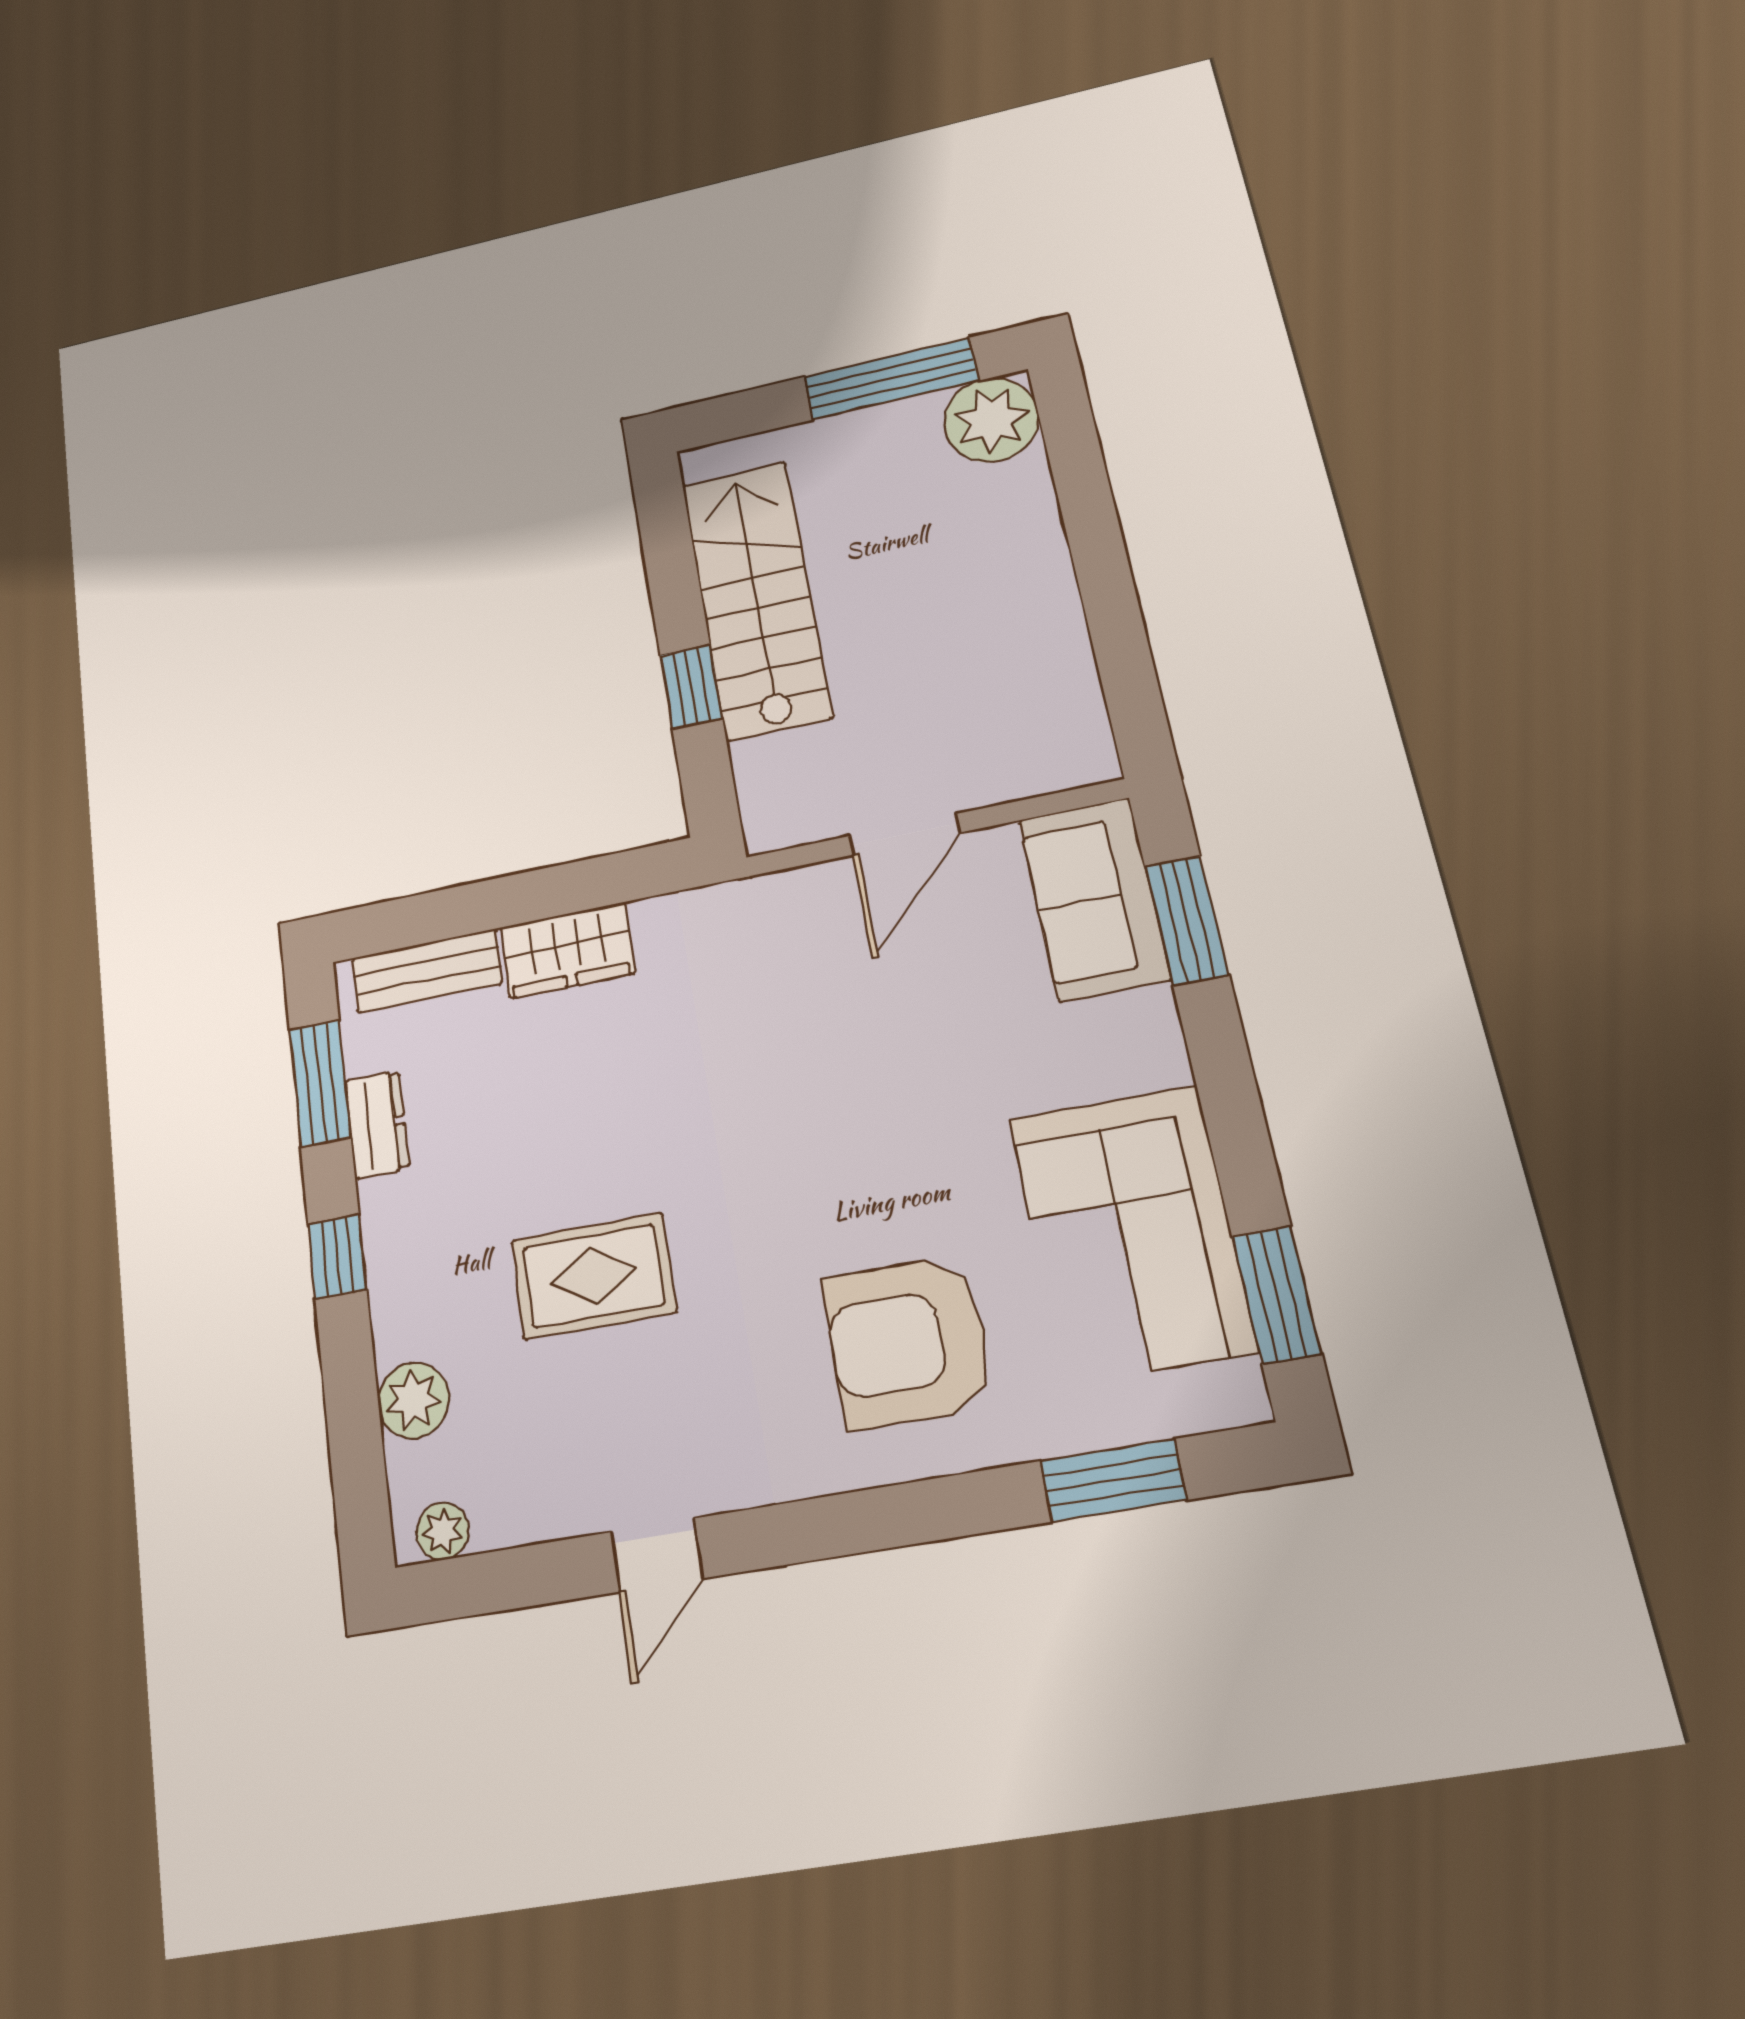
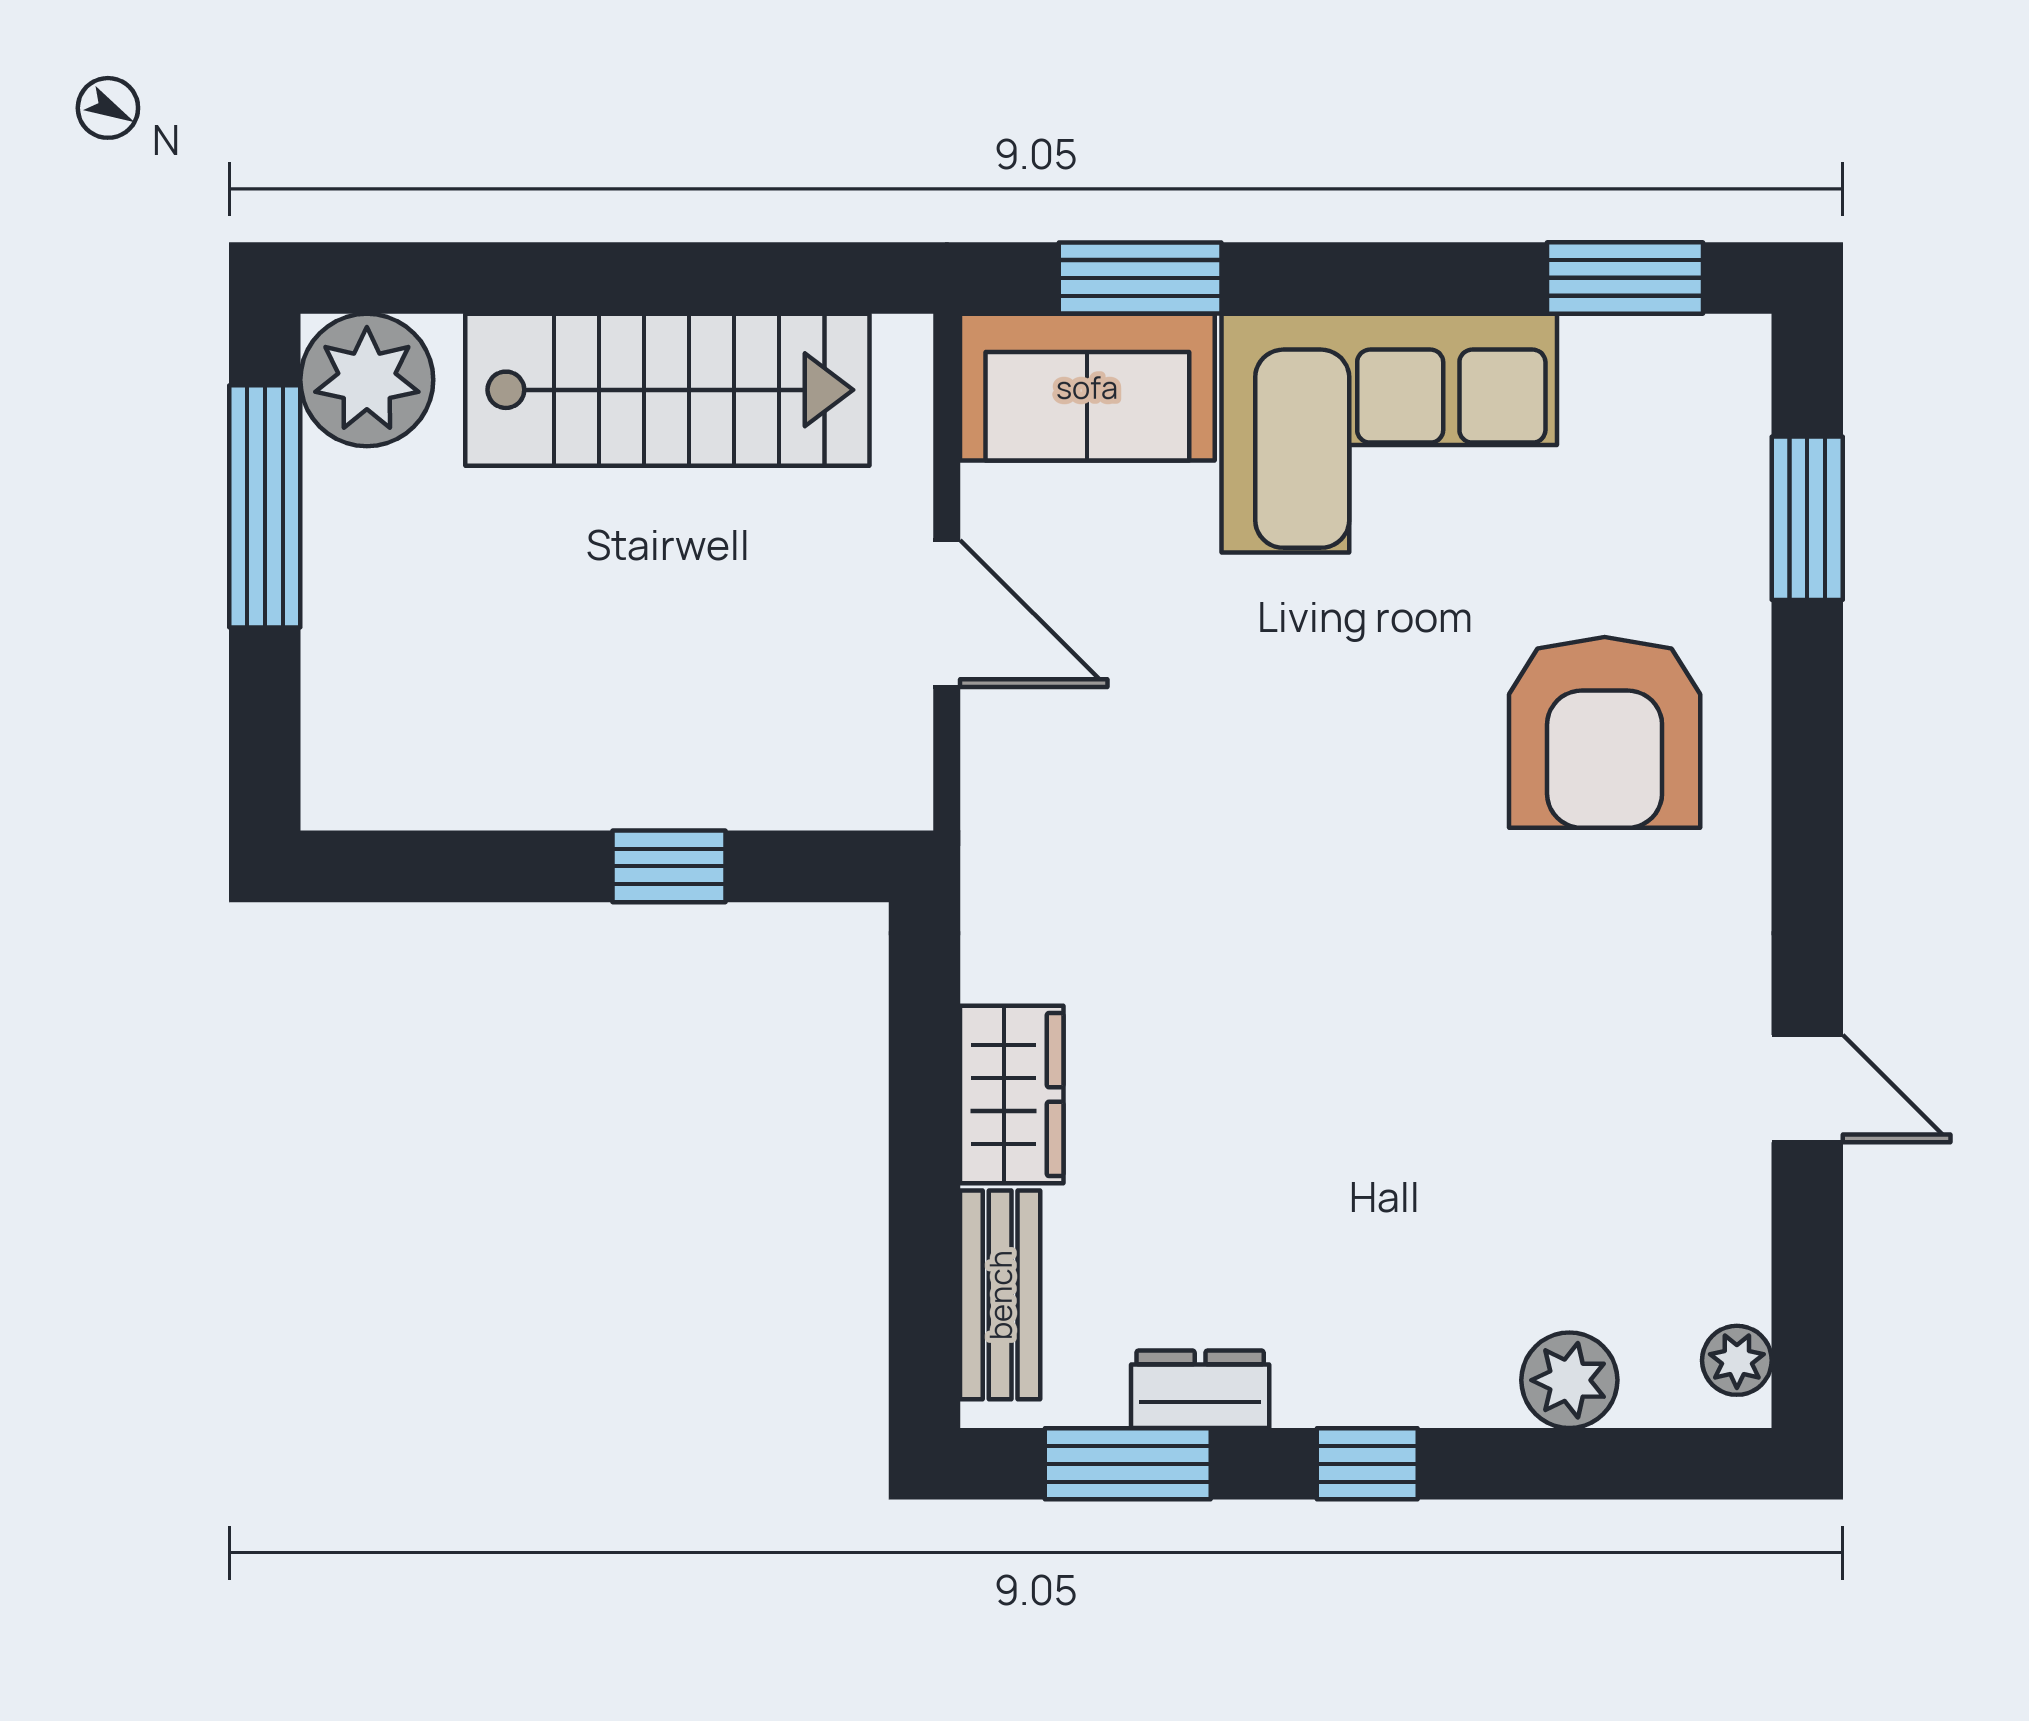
stairs: (756, 600) -> (667, 390), moved, turned 180
corner sofa: (1131, 1233) -> (1389, 433), moved
rug: (593, 1276) -> (1453, 1121), removed

